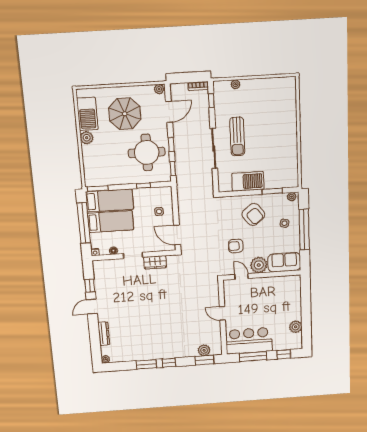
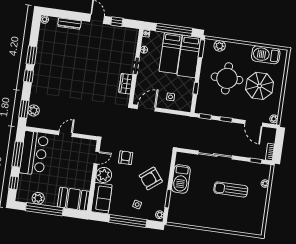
sun lounger: (237, 136) -> (231, 189), moved
plant: (87, 138) -> (220, 46), moved
round table: (147, 152) -> (227, 78), moved
booth: (290, 291) -> (73, 199), added
window: (306, 318) -> (44, 209), added

